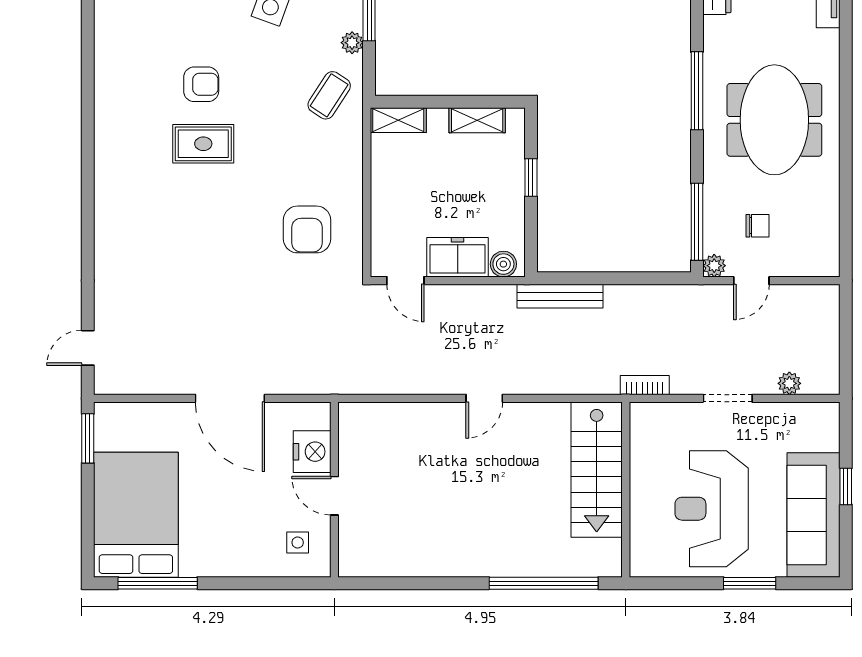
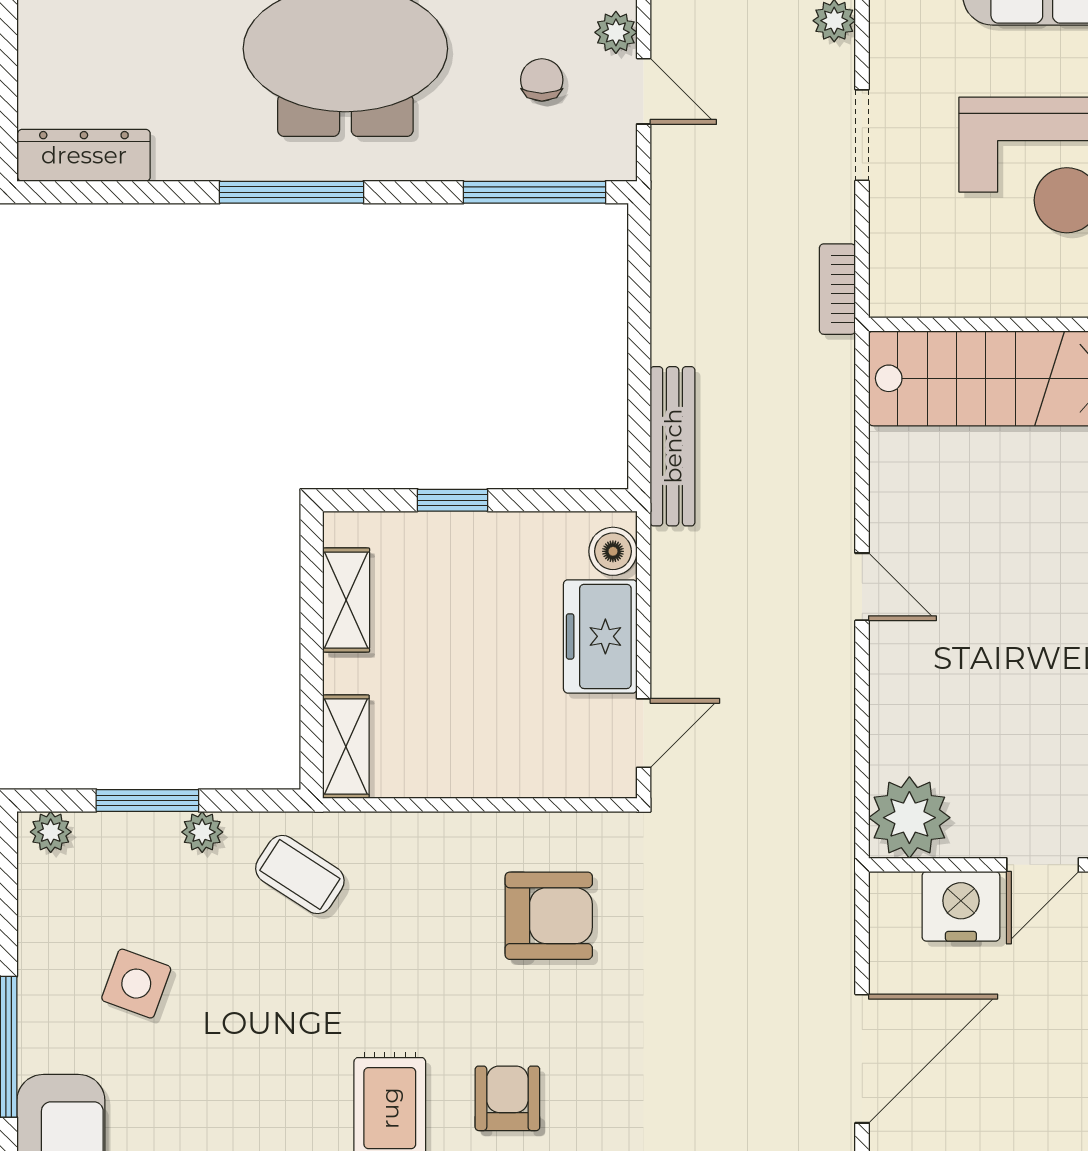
armchair: (201, 84) -> (507, 1098), moved
plant: (714, 266) -> (616, 32), moved
plant: (360, 424) -> (909, 818), added

